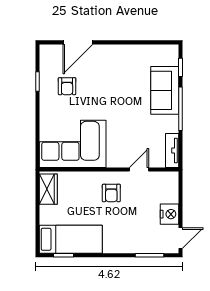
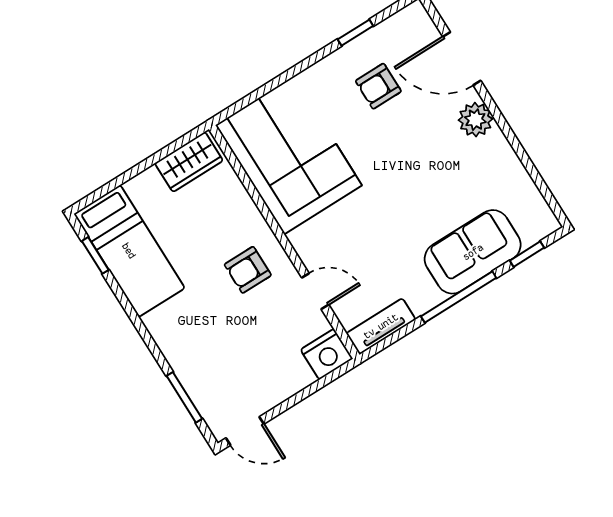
plant: (108, 53) -> (475, 120), added
nightstand: (169, 214) -> (327, 354), moved

